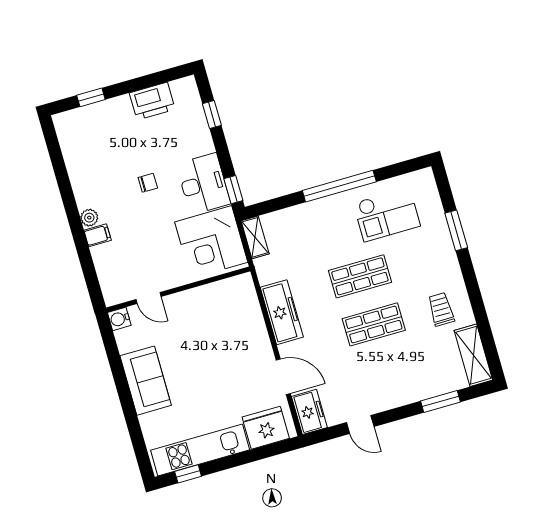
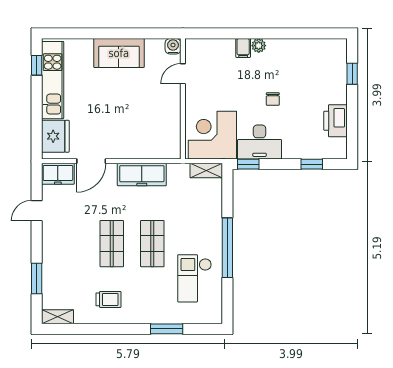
shelving: (473, 355) -> (58, 317), width x0.67, depth x0.75

